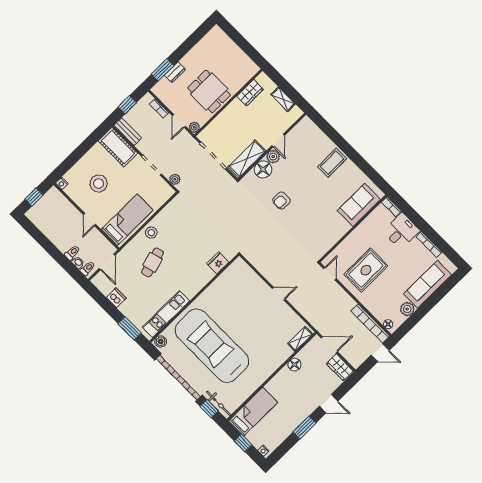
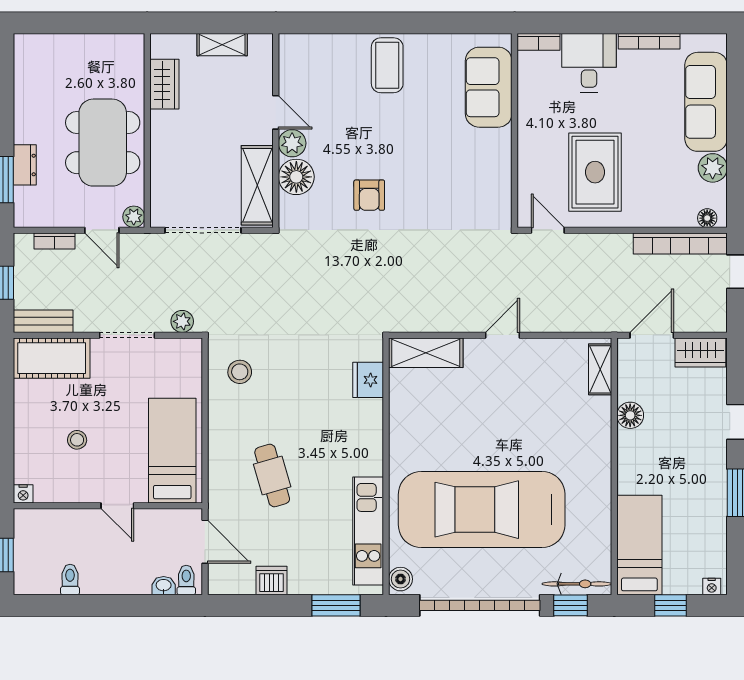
dining table: (209, 91) -> (103, 143), width x1.38
stool: (99, 183) -> (77, 440), width x0.53, depth x0.53
stool: (151, 233) -> (240, 372), moved
toilet: (72, 253) -> (70, 580), moved
shelving: (247, 273) -> (426, 353), added

